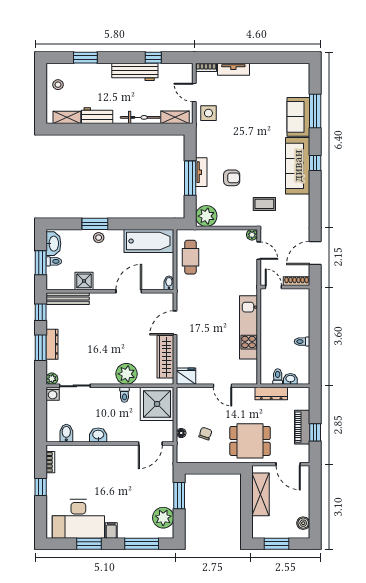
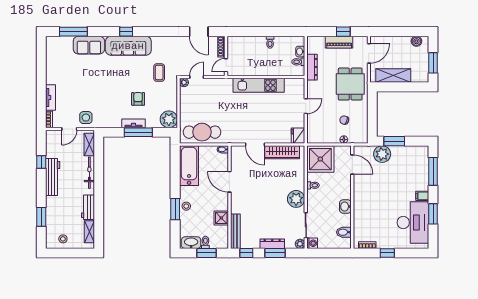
window: (315, 111) -> (73, 32), moved
cafe table: (190, 257) -> (202, 132), width x1.37, depth x1.35
plant: (126, 374) -> (296, 199), moved
plant: (163, 518) -> (382, 154), moved

